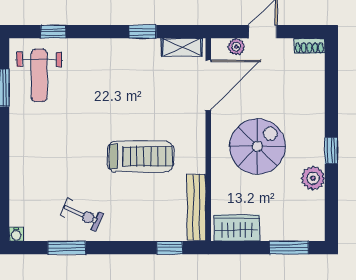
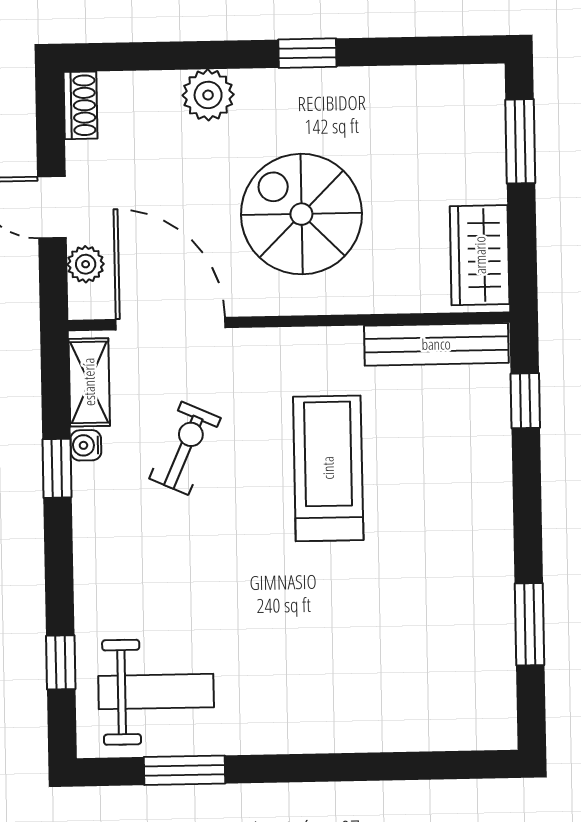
plant: (313, 178) -> (208, 95), moved
exercise bike: (82, 215) -> (185, 448), moved
water cooler: (16, 234) -> (86, 445), moved, turned 180

